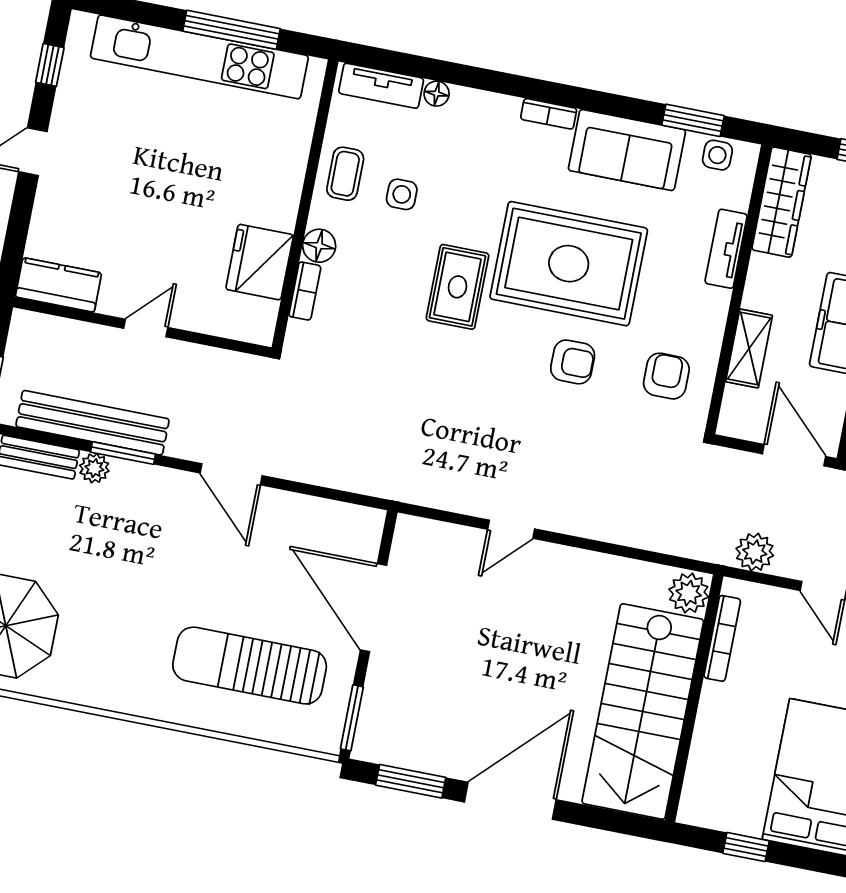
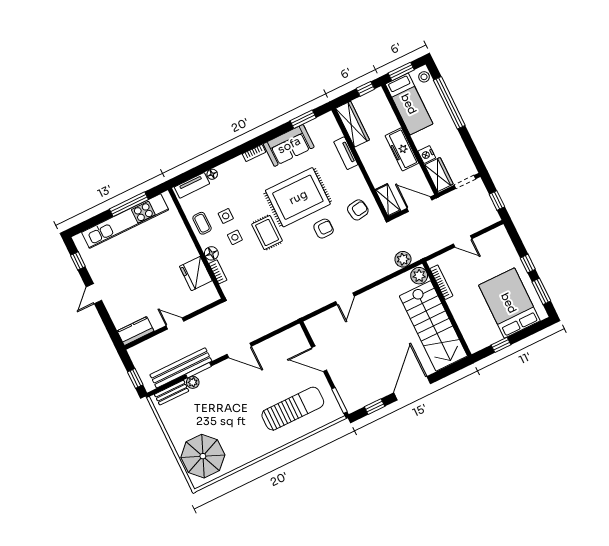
side table: (717, 155) -> (235, 237), moved
door: (146, 328) -> (175, 323), hinge flipped
shelving: (749, 348) -> (388, 200), moved
armchair: (666, 376) -> (358, 210), turned 81
plant: (755, 552) -> (403, 259), moved
door: (373, 608) -> (319, 359), width x0.73
sun lounger: (250, 666) -> (293, 409), turned 180
window: (411, 781) -> (375, 407), width x0.67

